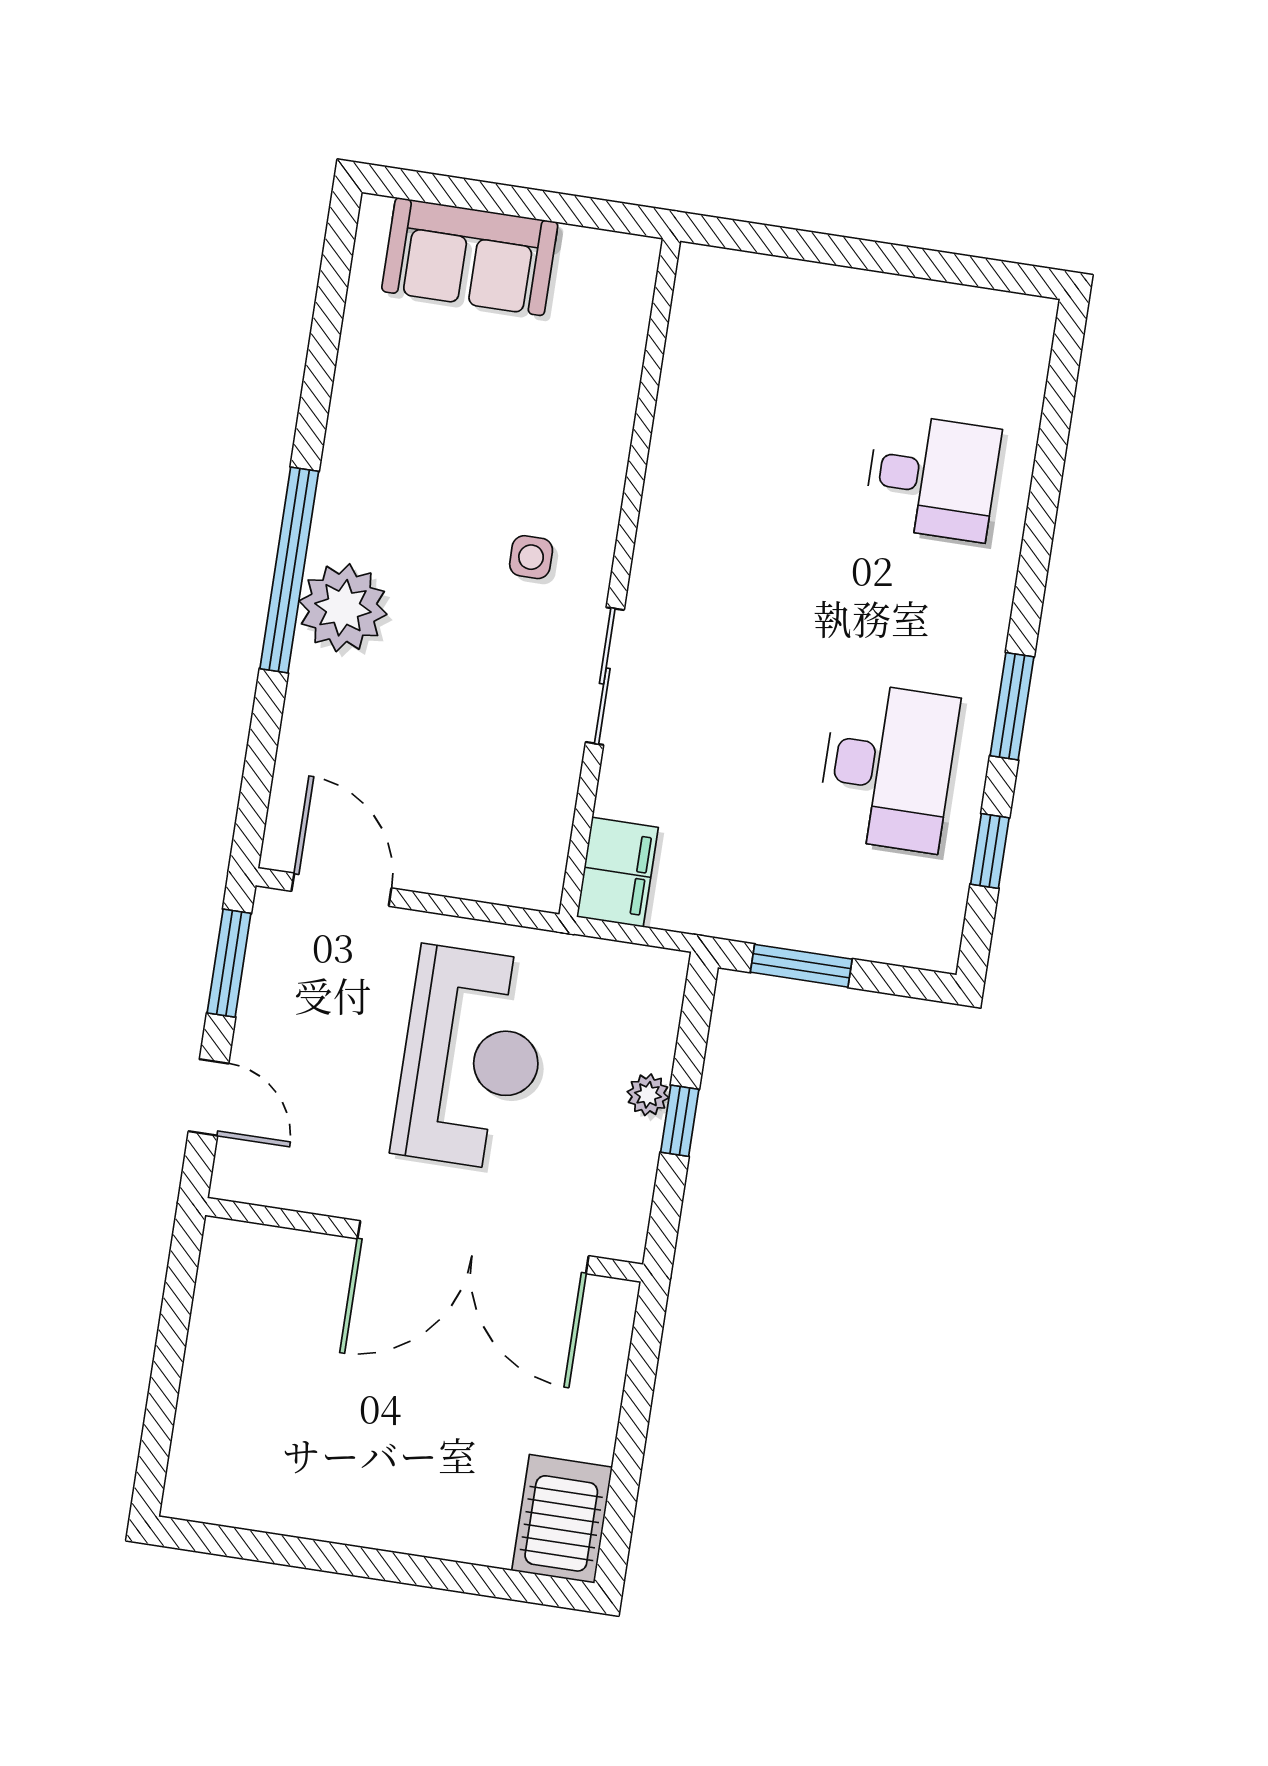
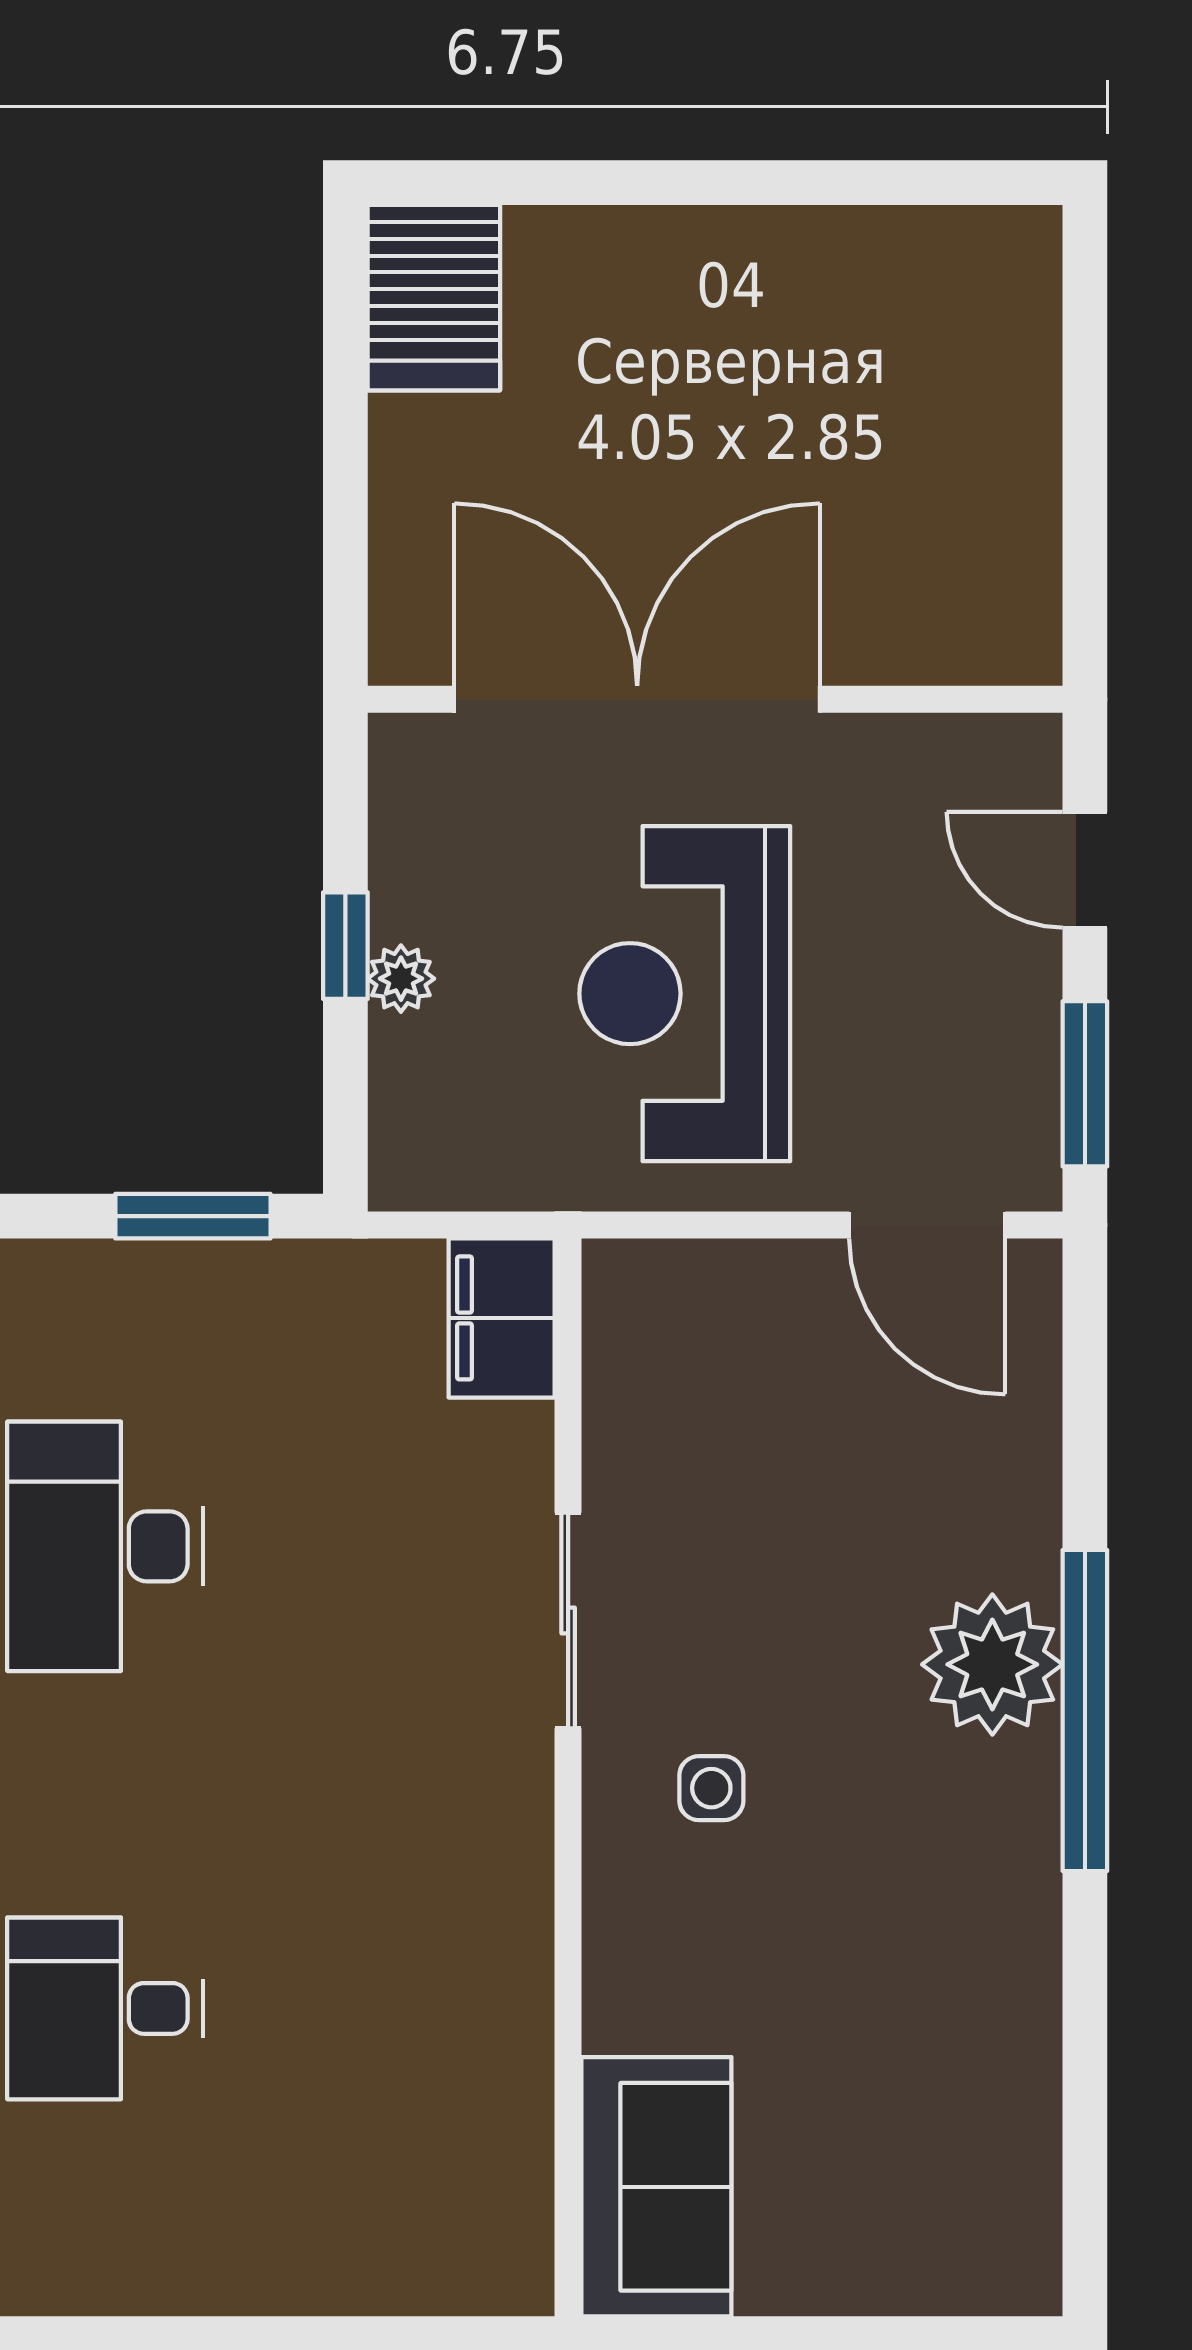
sofa: (470, 257) -> (656, 2187), moved, turned 90

